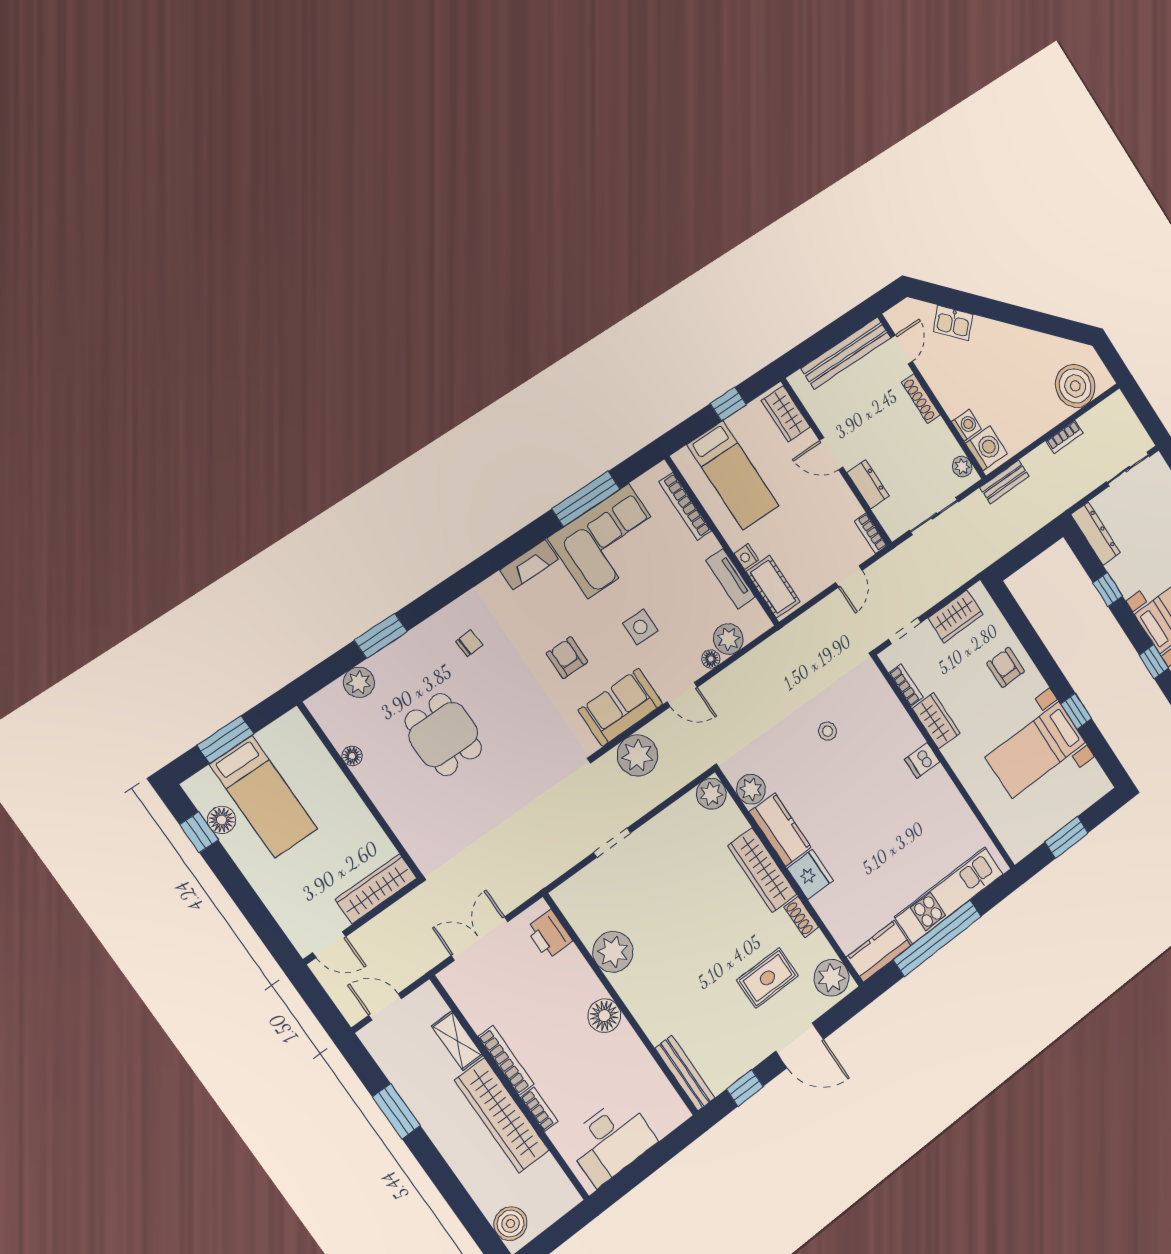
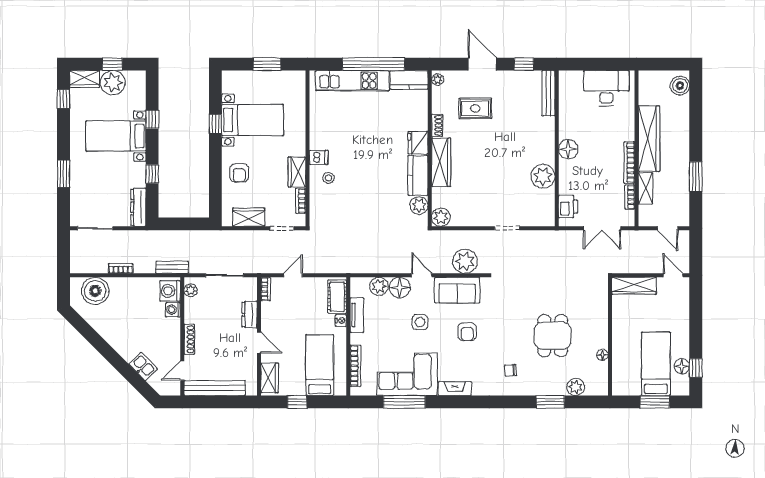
floor lamp: (711, 659) -> (400, 288), width x1.89, depth x1.89
stool: (828, 731) -> (328, 178), moved
plant: (831, 978) -> (438, 80), width x0.53, depth x0.53
bookcase: (539, 1109) -> (630, 197), moved

